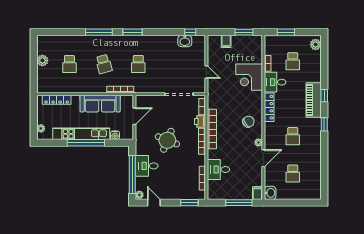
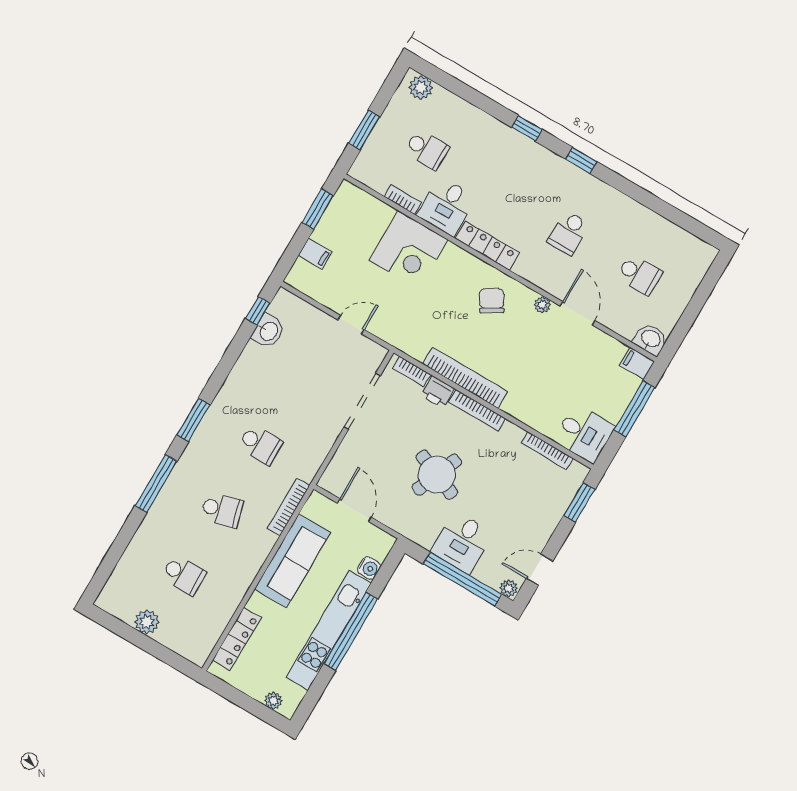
piano: (314, 100) -> (523, 153), removed
school desk: (293, 136) -> (568, 233), turned 90
desk: (218, 170) -> (584, 433), moved, turned -90

